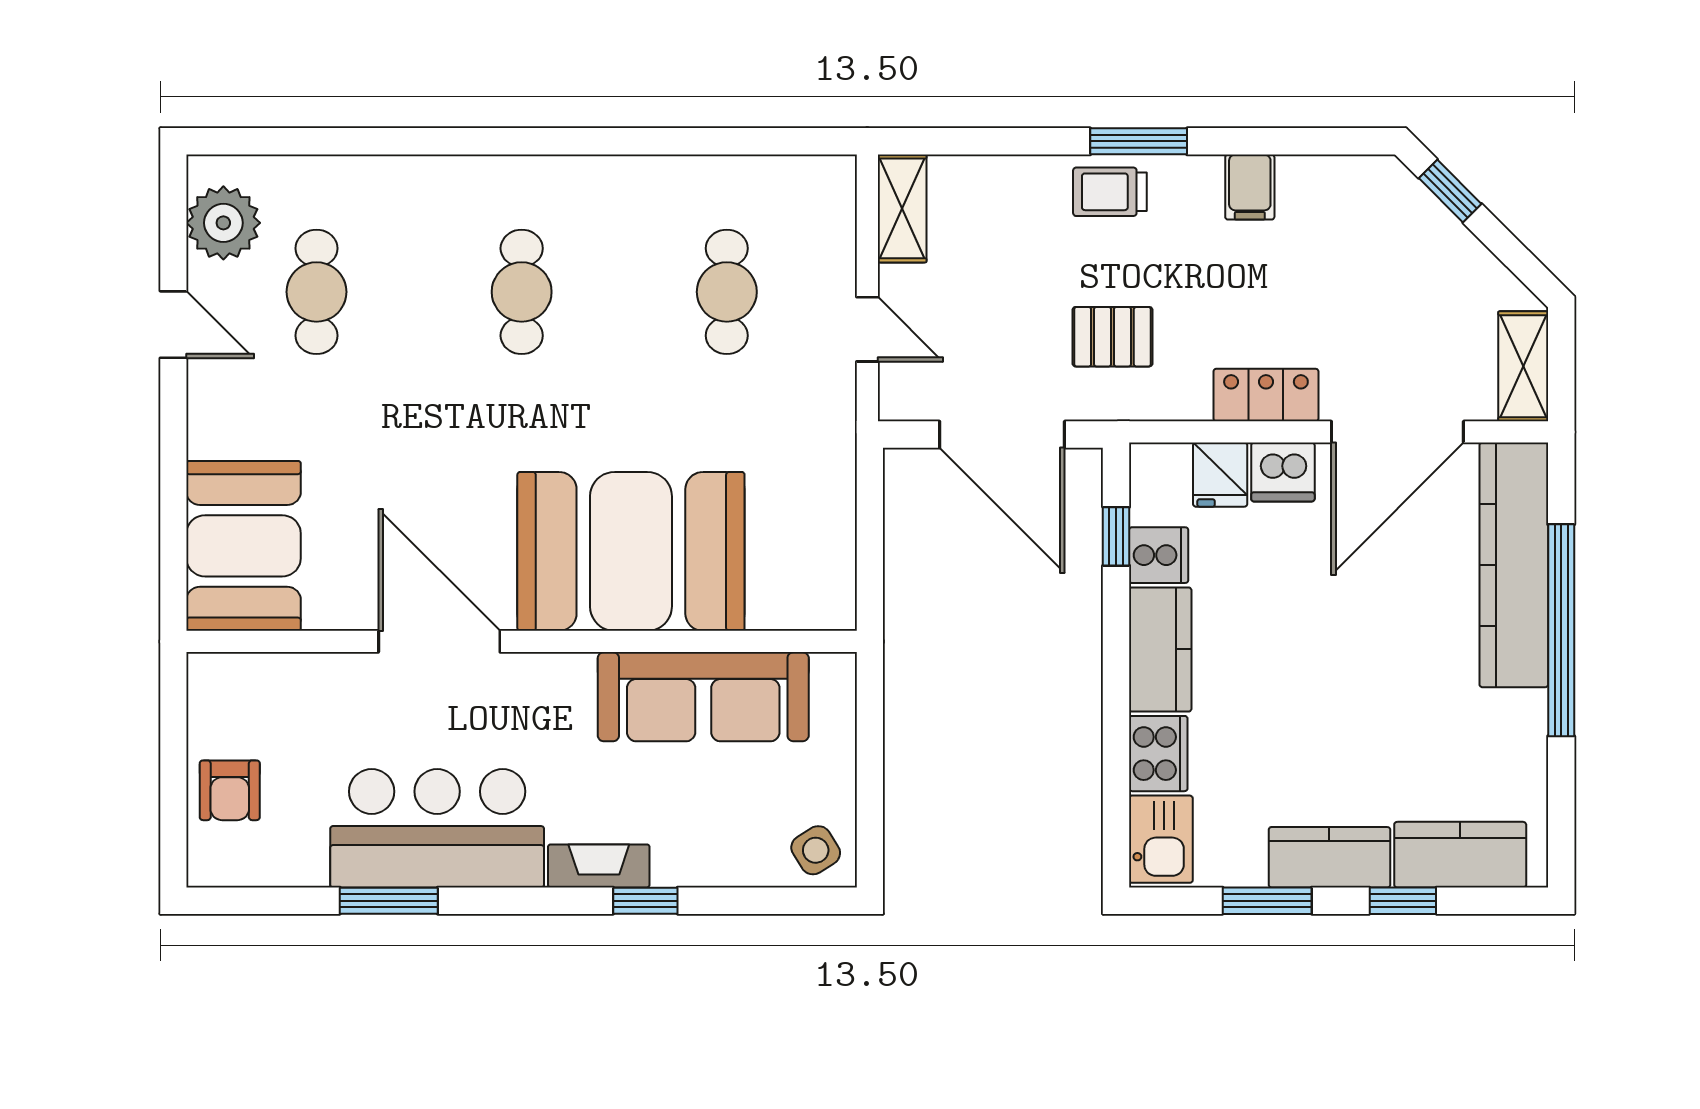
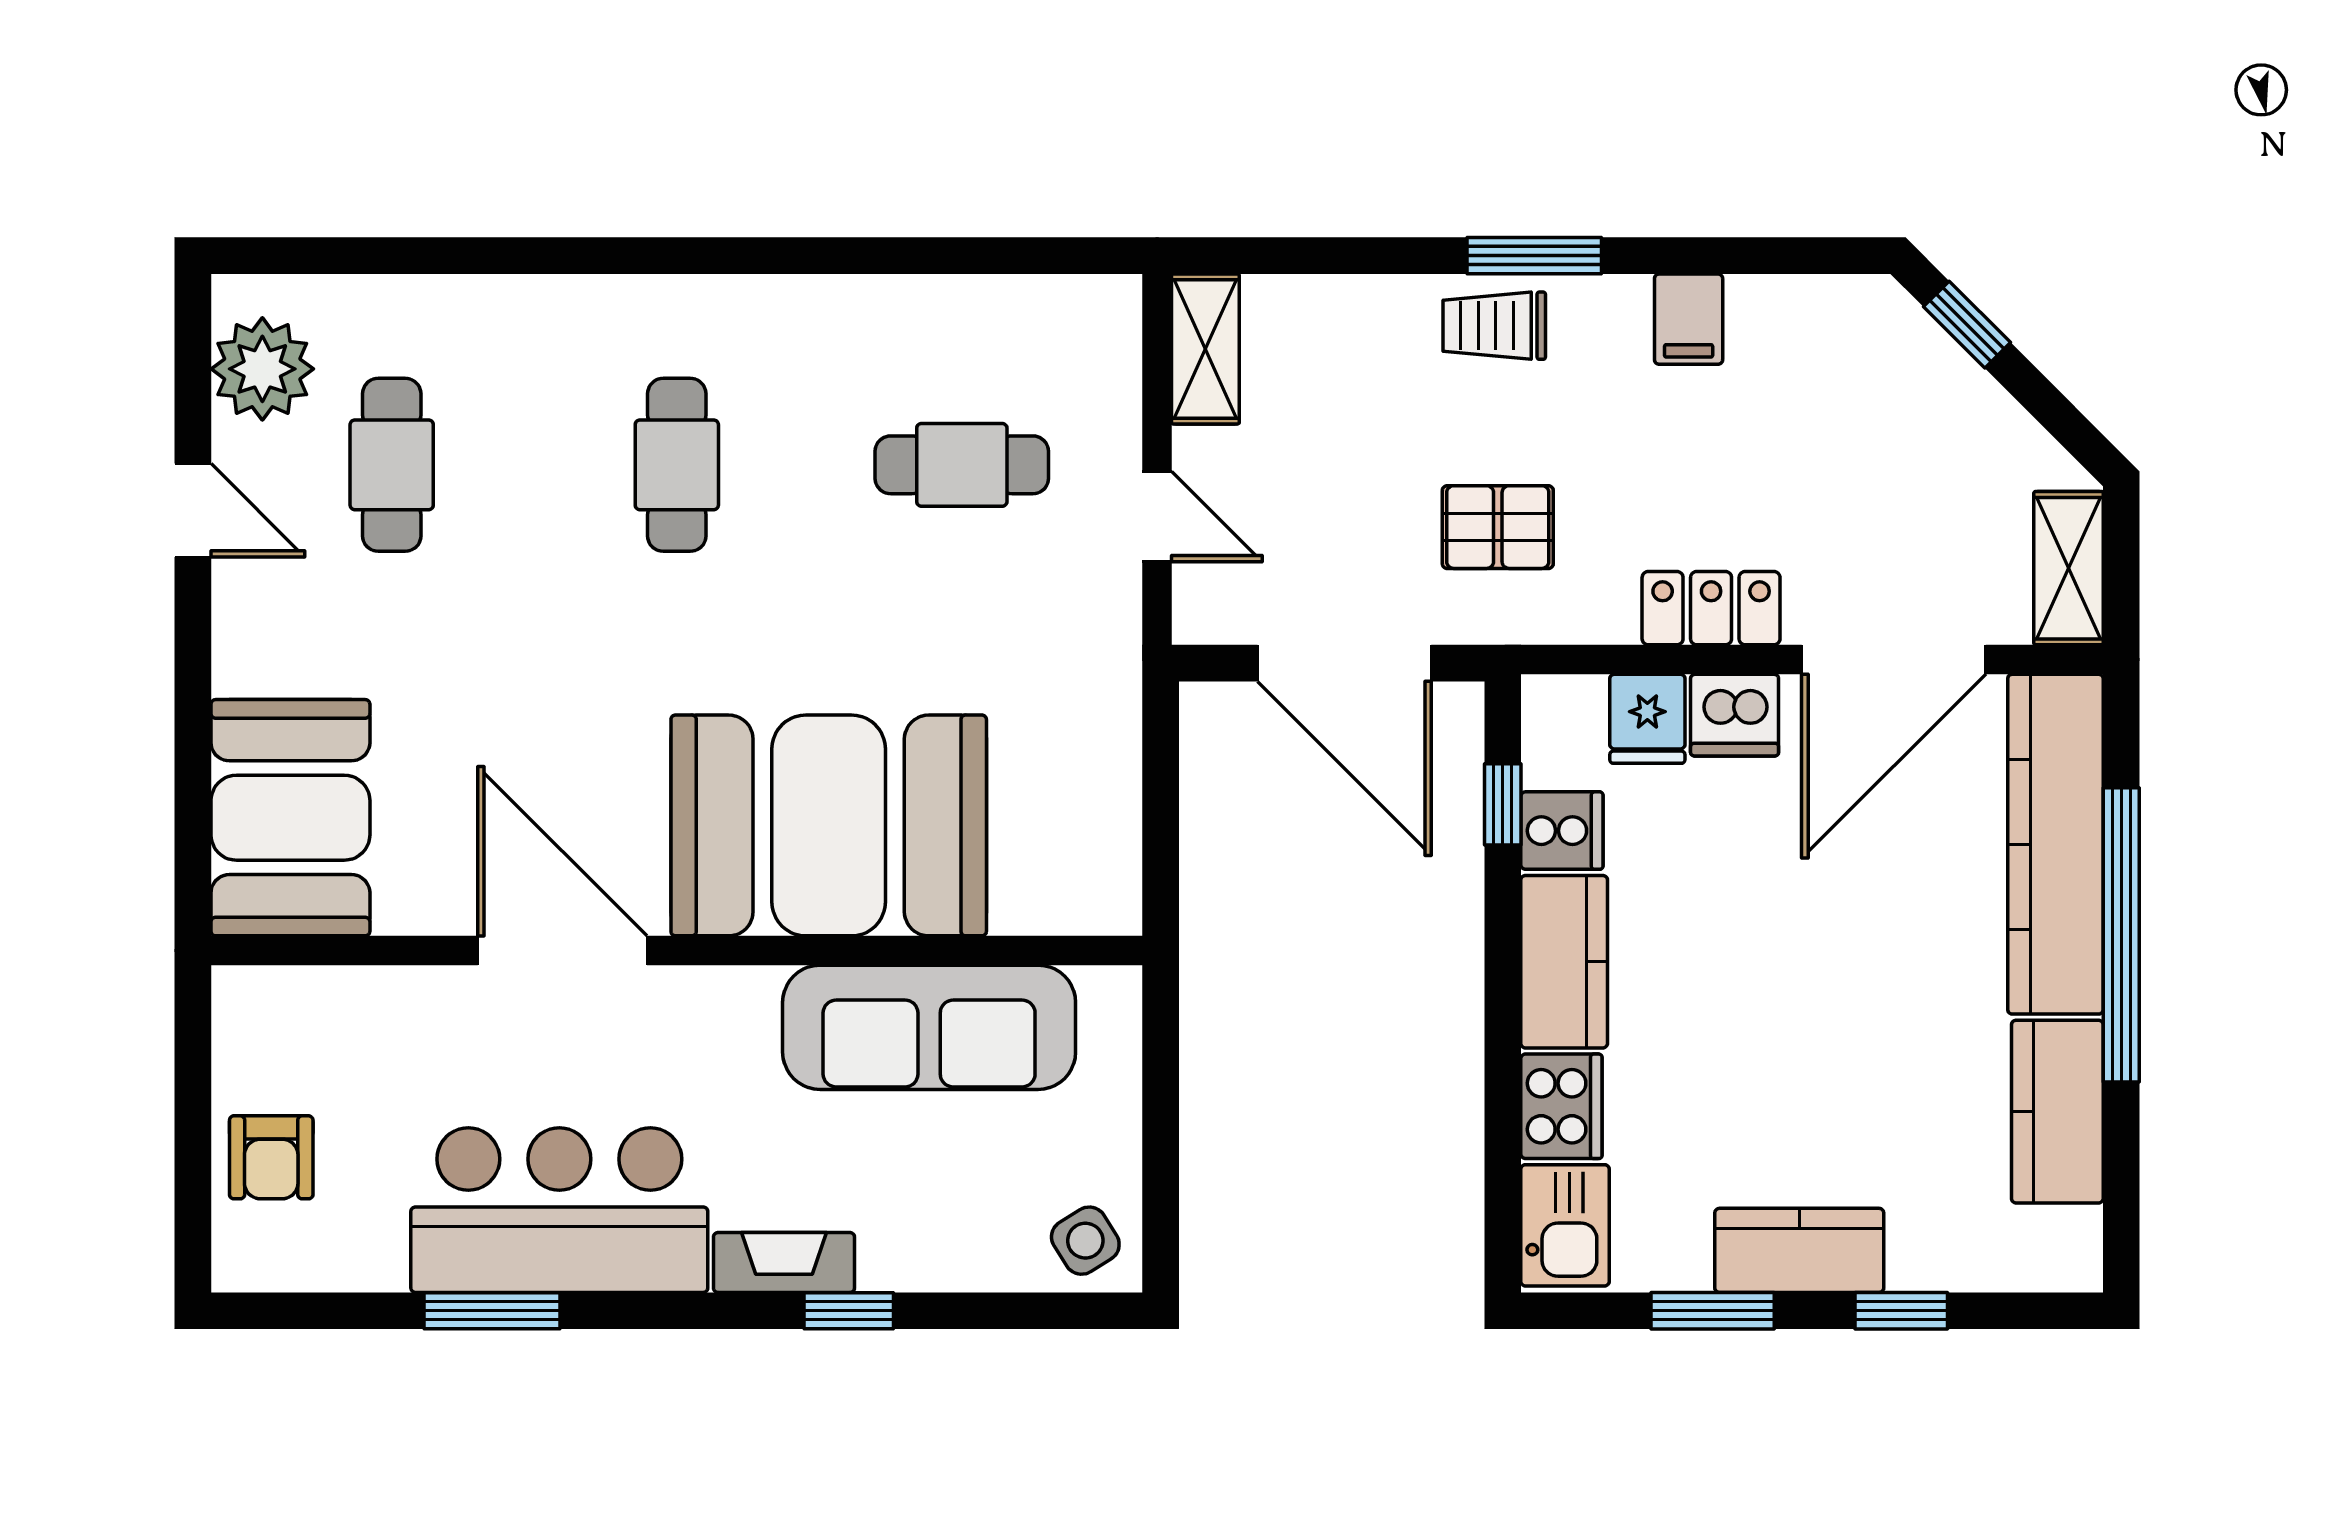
cafe table: (727, 292) -> (962, 465), turned 90
kitchen counter: (1460, 855) -> (2057, 1112), moved, turned -90

